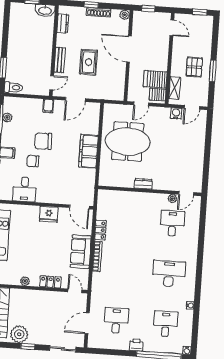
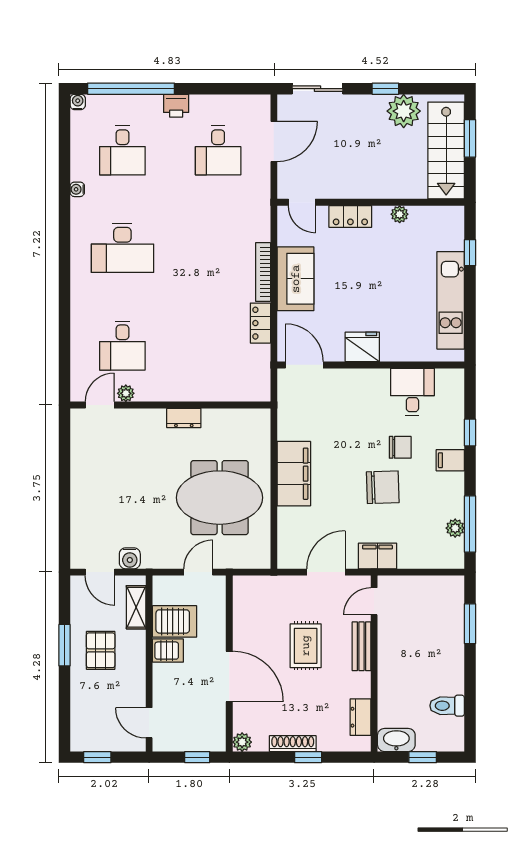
toilet: (14, 88) -> (447, 706), moved
server rack: (158, 95) -> (168, 651), moved
filing cabinet: (48, 106) -> (377, 556), width x2.00
door: (192, 107) -> (100, 572), swing flipped

